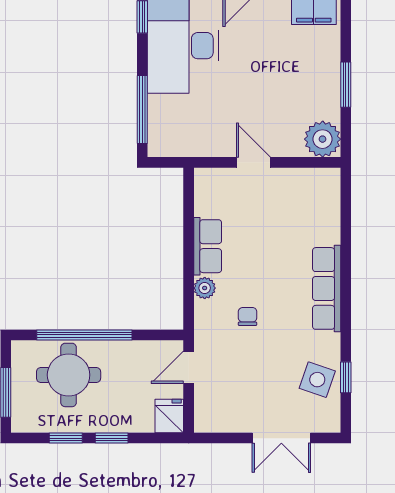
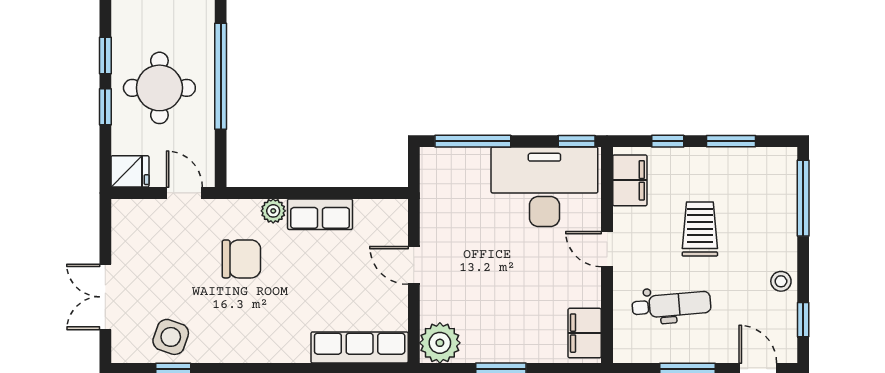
door: (253, 162) -> (414, 265), swing flipped
row of seats: (327, 288) -> (360, 347), moved
chair: (248, 316) -> (241, 259), width x1.87, depth x1.87
round table: (69, 375) -> (159, 88), moved

